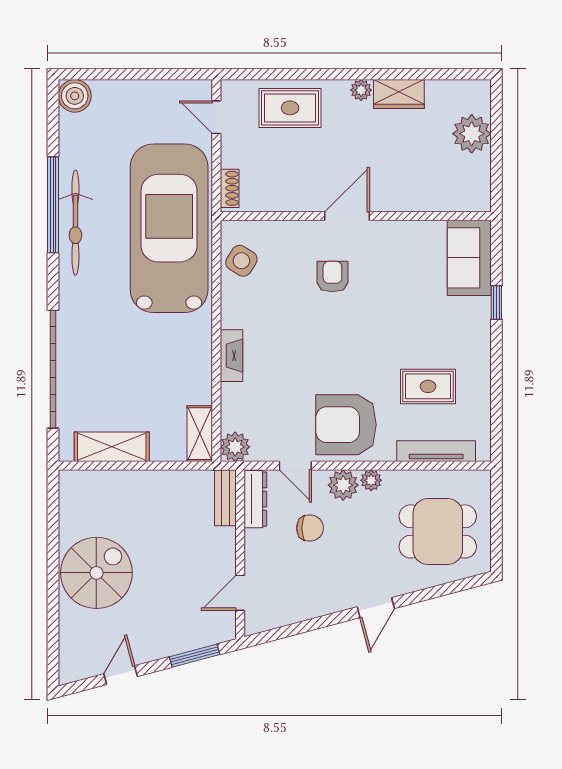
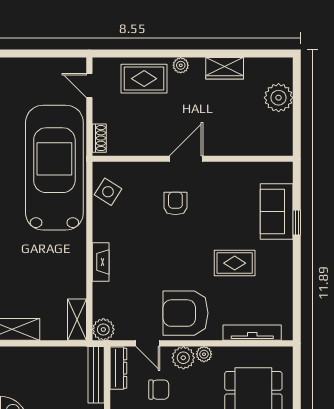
plant: (361, 90) -> (181, 65), moved
sofa: (469, 258) -> (277, 212), moved
rug: (428, 386) -> (235, 263), moved
bench: (225, 498) -> (96, 375), width x1.36

